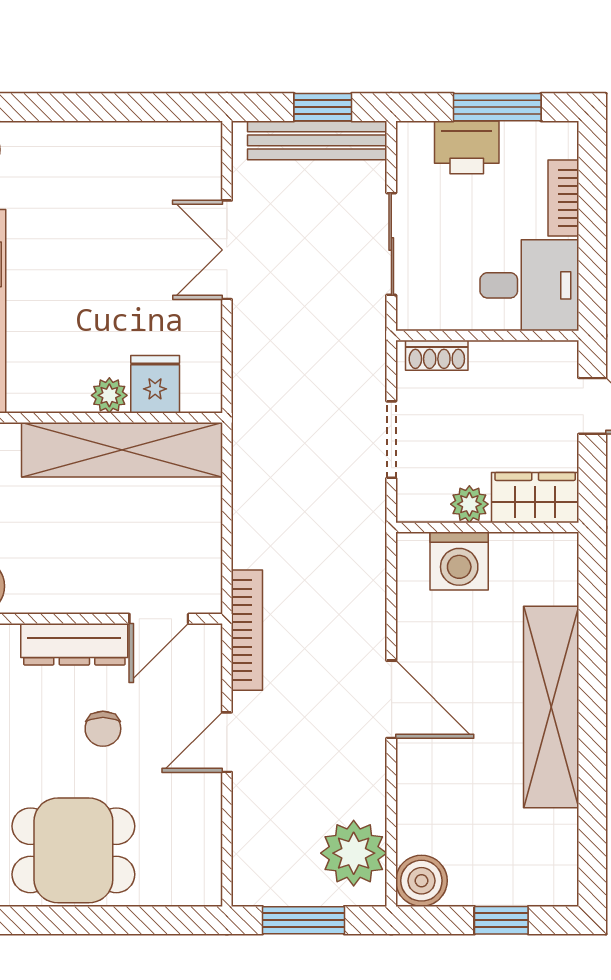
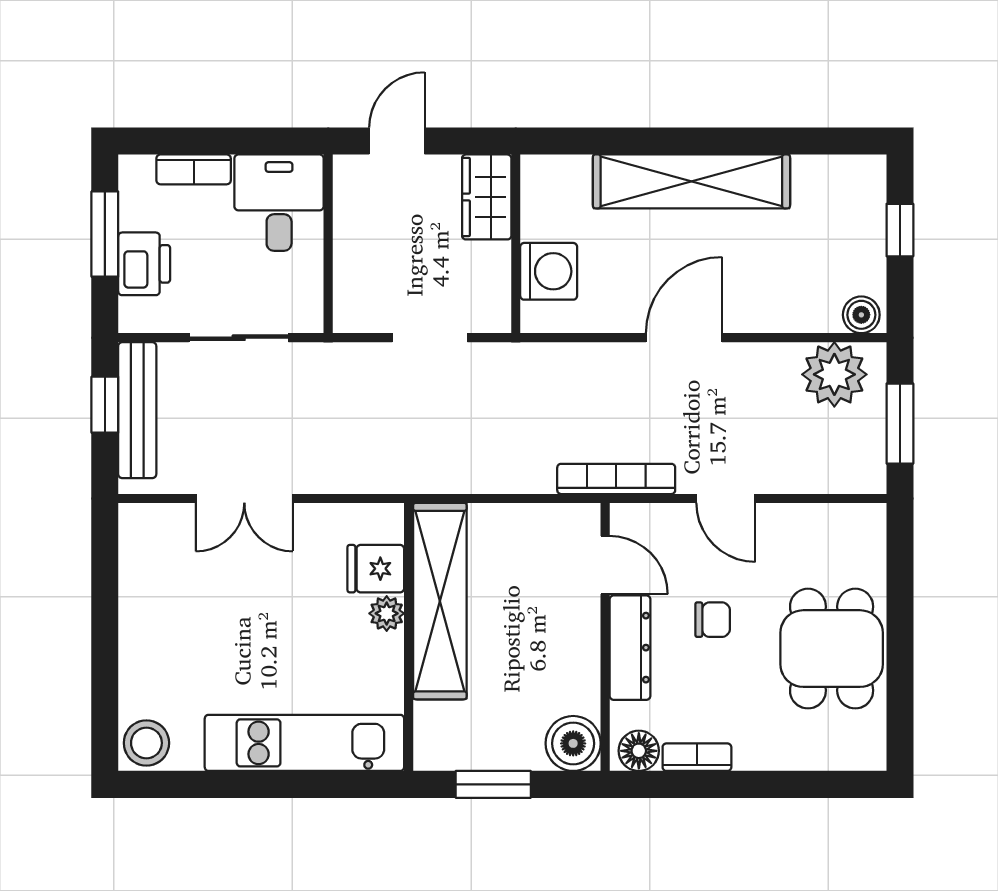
shoe rack: (437, 355) -> (347, 293), removed
plant: (469, 504) -> (493, 261), removed
boiler: (421, 881) -> (861, 315), width x0.73, depth x0.73

